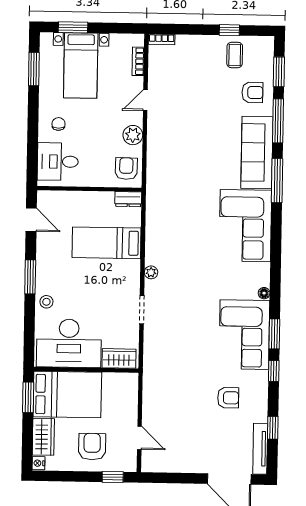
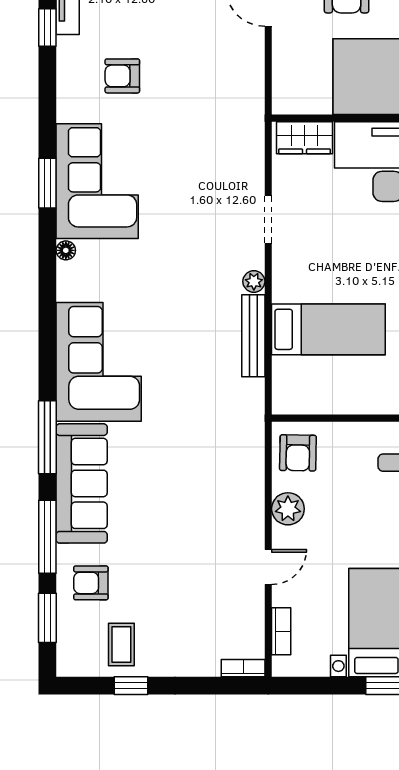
dresser: (128, 199) -> (294, 402), removed
bench: (152, 240) -> (253, 336), added
window: (274, 371) -> (47, 121), removed

